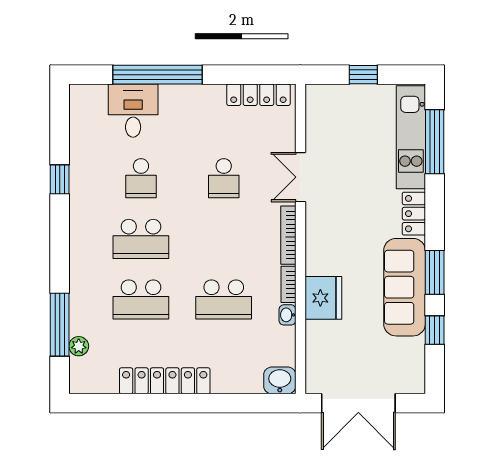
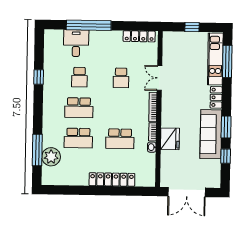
plant: (79, 346) -> (51, 157), width x1.88, depth x1.88
washbasin: (280, 380) -> (147, 180), removed
locker: (165, 381) -> (112, 180), moved

